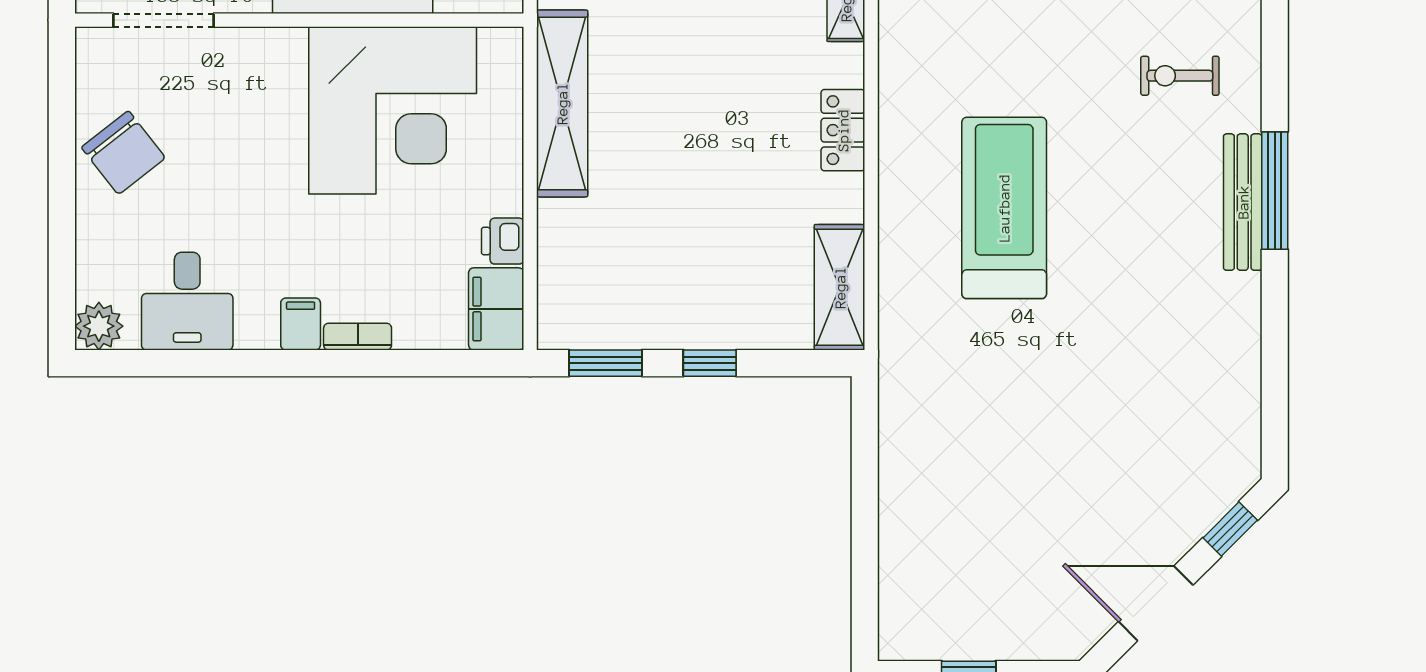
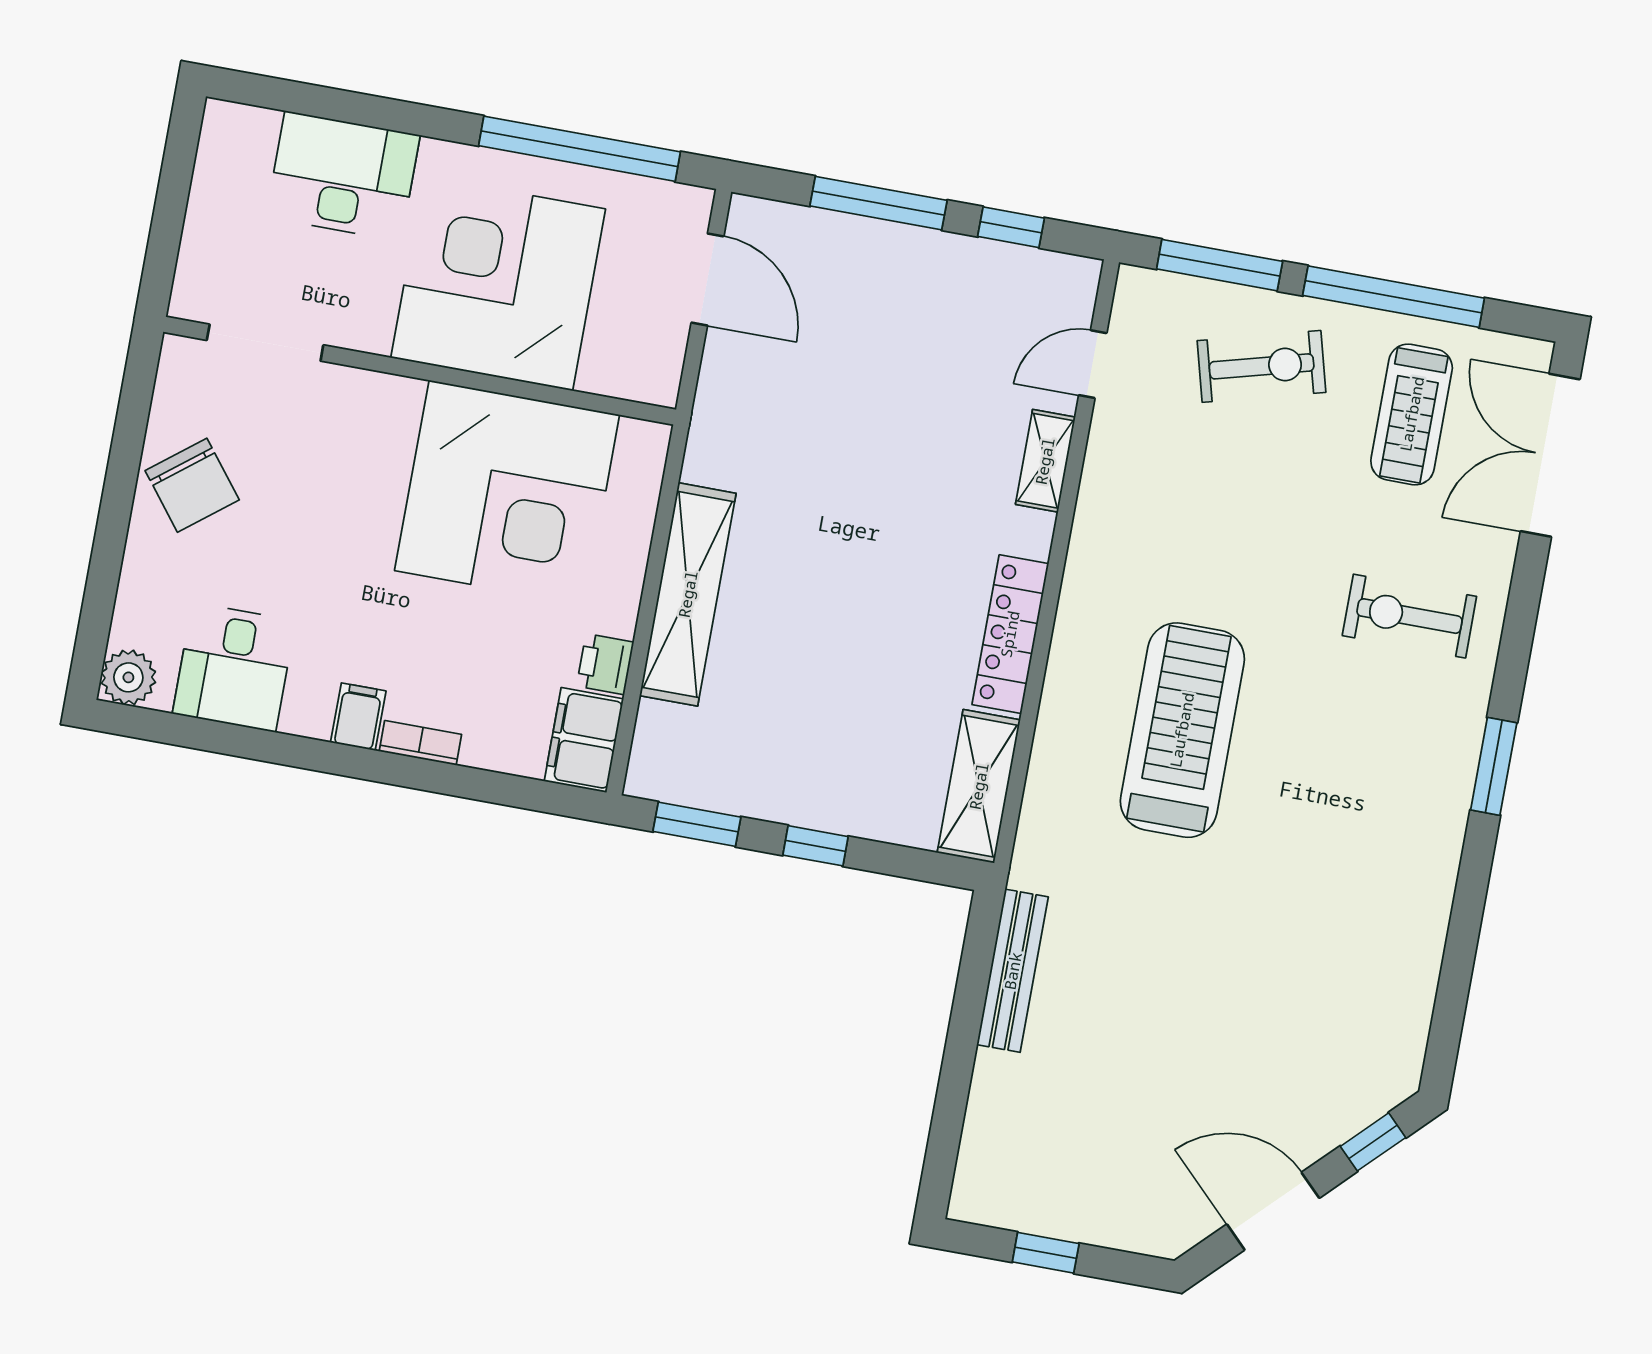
exercise bike: (1180, 76) -> (1409, 616), width x1.38, depth x1.39
shelving: (562, 103) -> (688, 594), moved
locker: (843, 130) -> (1010, 634), width x1.53
window: (1275, 191) -> (1494, 766), width x0.69
bench: (1243, 202) -> (1013, 971), moved

